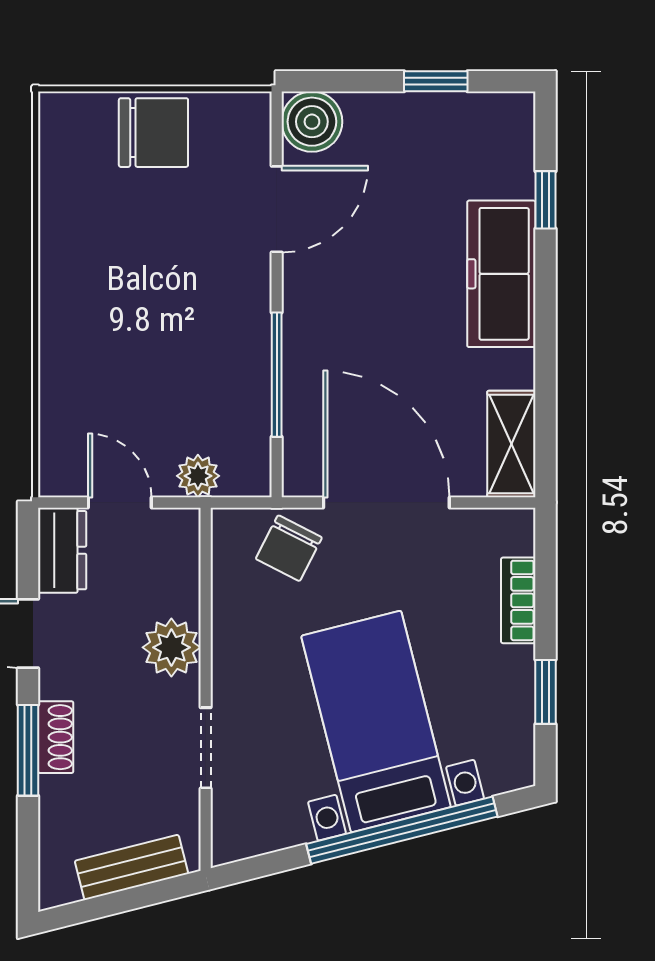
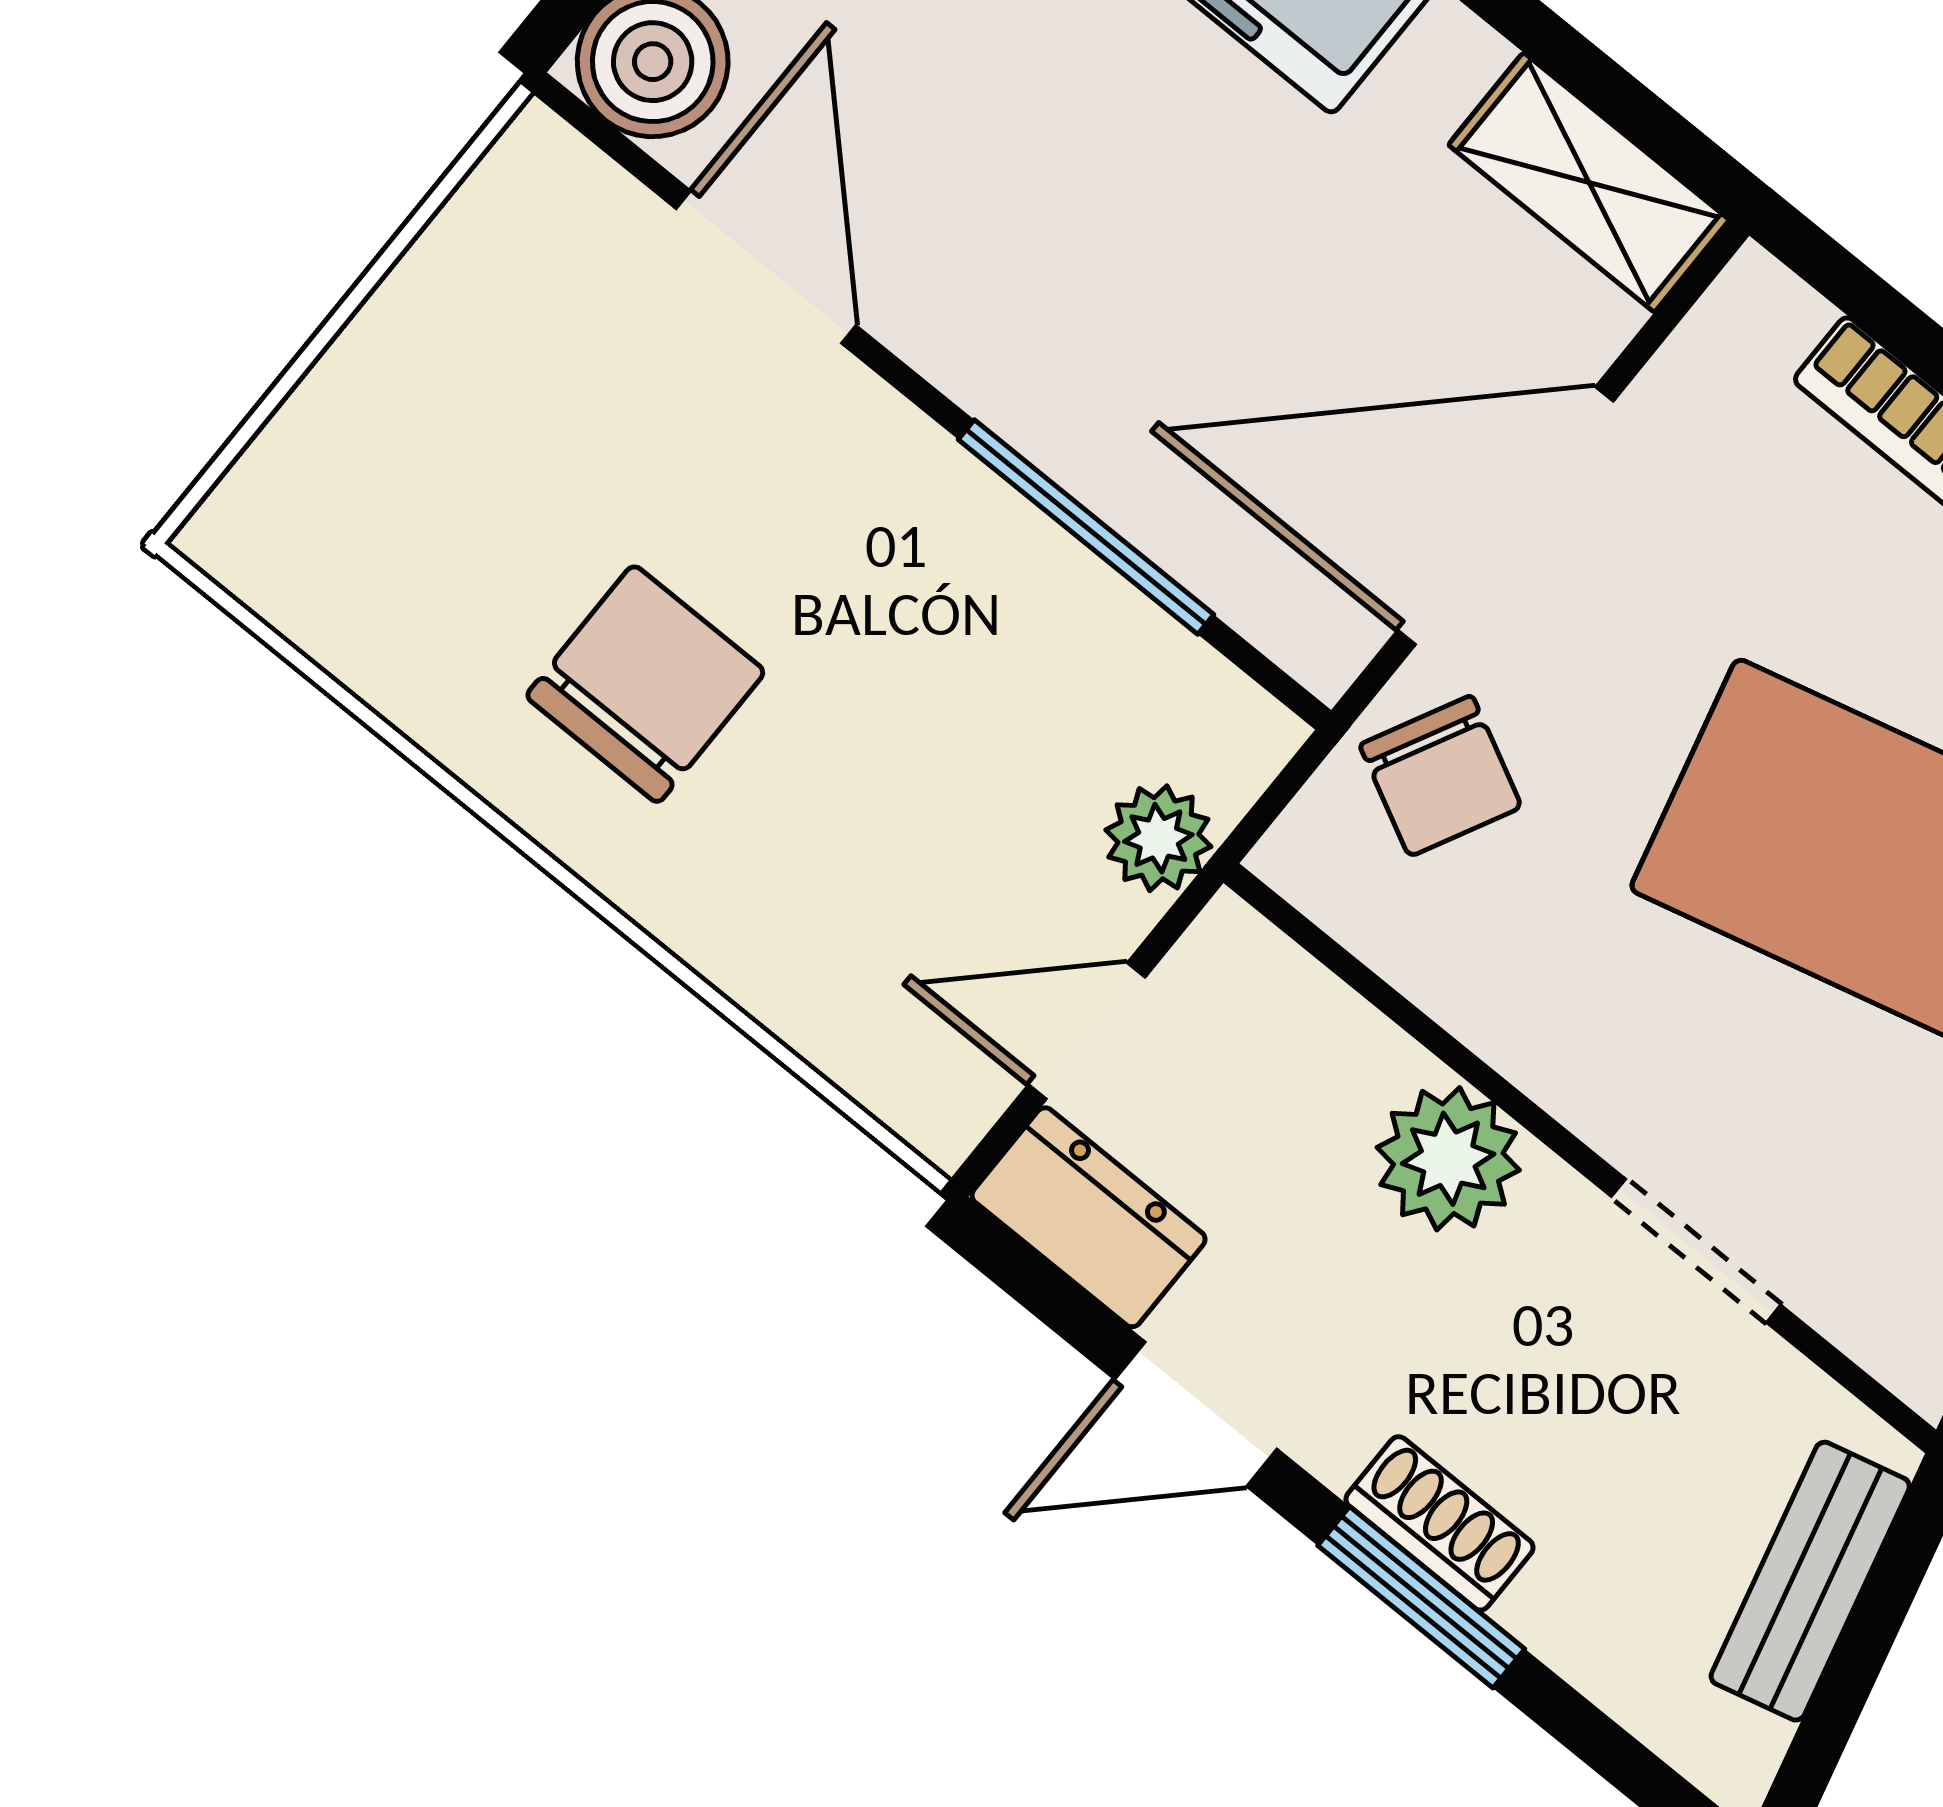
chair: (153, 133) -> (646, 684), moved

